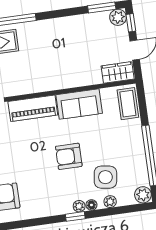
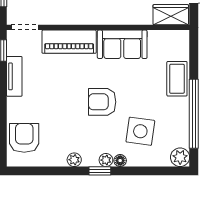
coffee table: (128, 104) -> (177, 79), moved
plant: (110, 202) -> (74, 160), moved

